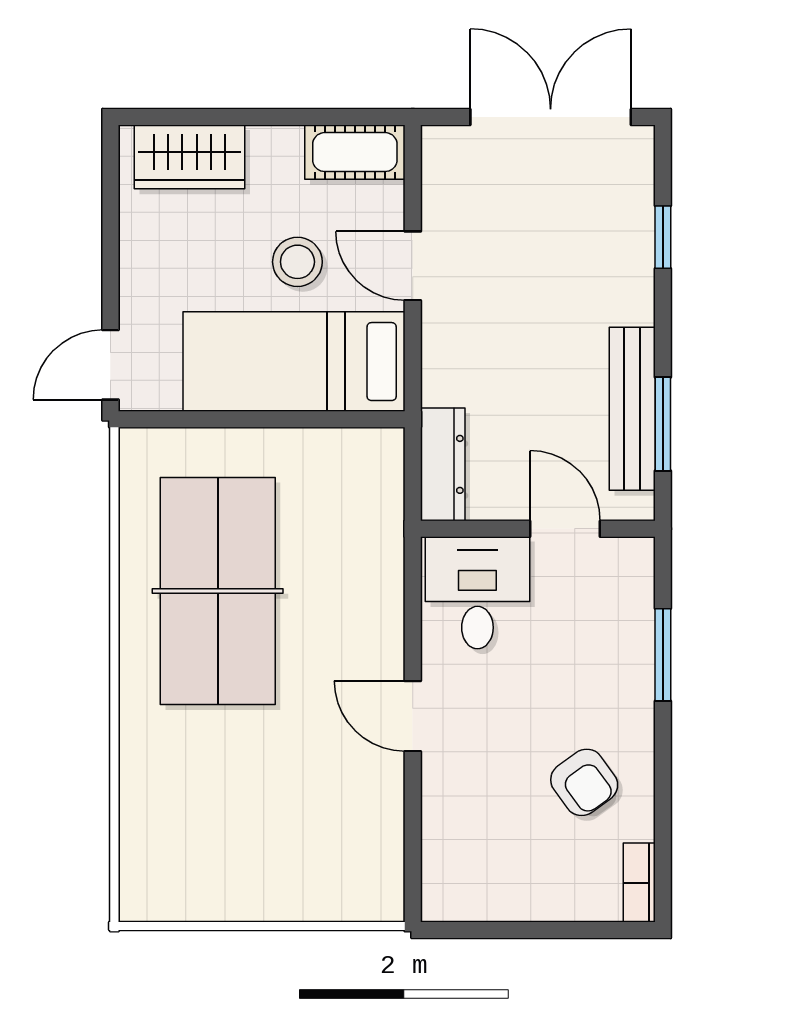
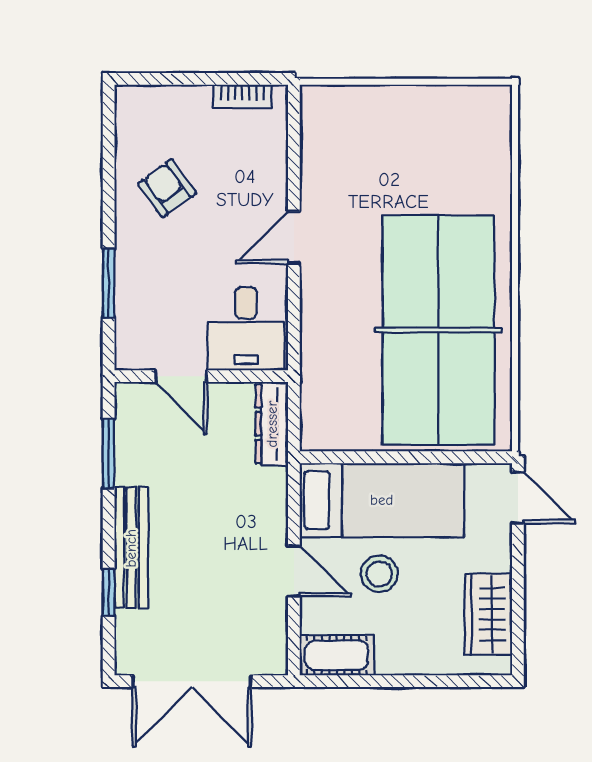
wardrobe: (190, 157) -> (488, 614), moved, turned -90
door: (110, 365) -> (518, 498), hinge flipped
bench: (632, 409) -> (131, 548), moved
table tennis table: (218, 591) -> (438, 330), width x1.36, depth x1.32
door: (413, 716) -> (294, 237), swing flipped
bookcase: (639, 883) -> (242, 96), moved, turned 90

